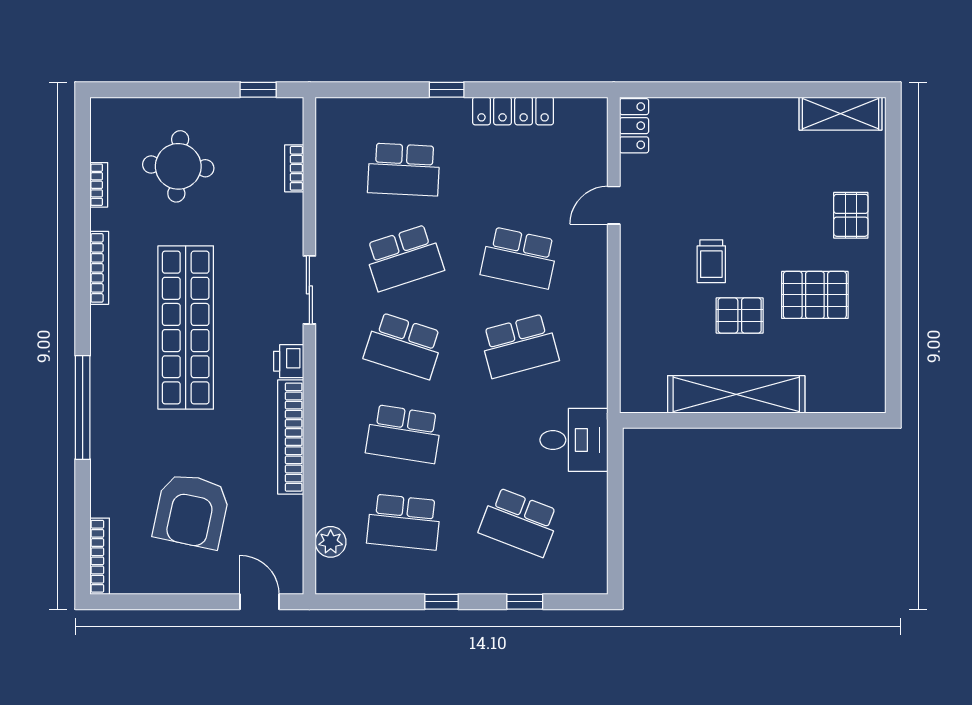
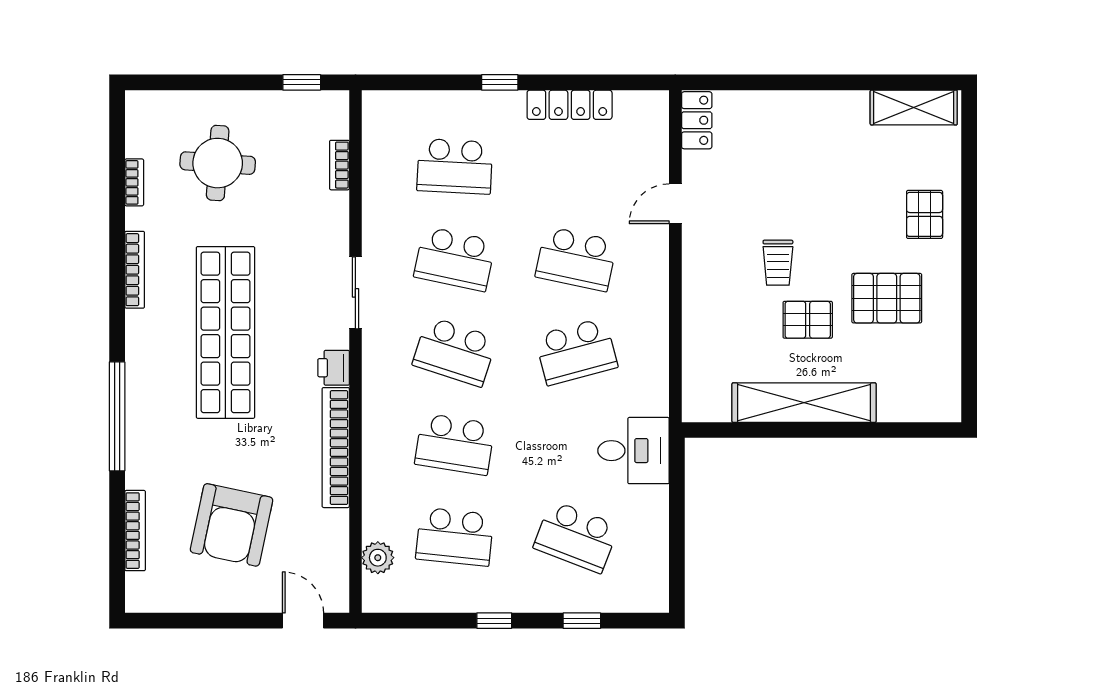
school desk: (404, 258) -> (455, 259), turned 30
bookcase: (100, 556) -> (135, 531), moved

